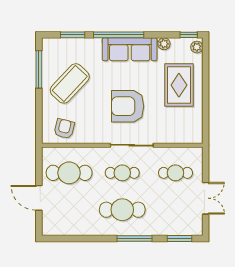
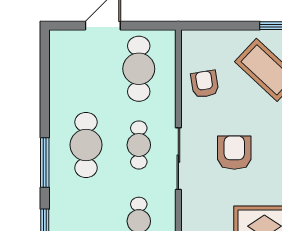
armchair: (128, 106) -> (234, 153), width x0.73, depth x0.73
armchair: (64, 129) -> (205, 84), moved, turned -113

